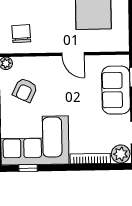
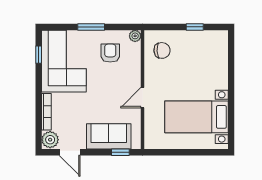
armchair: (25, 90) -> (110, 53), turned 64

